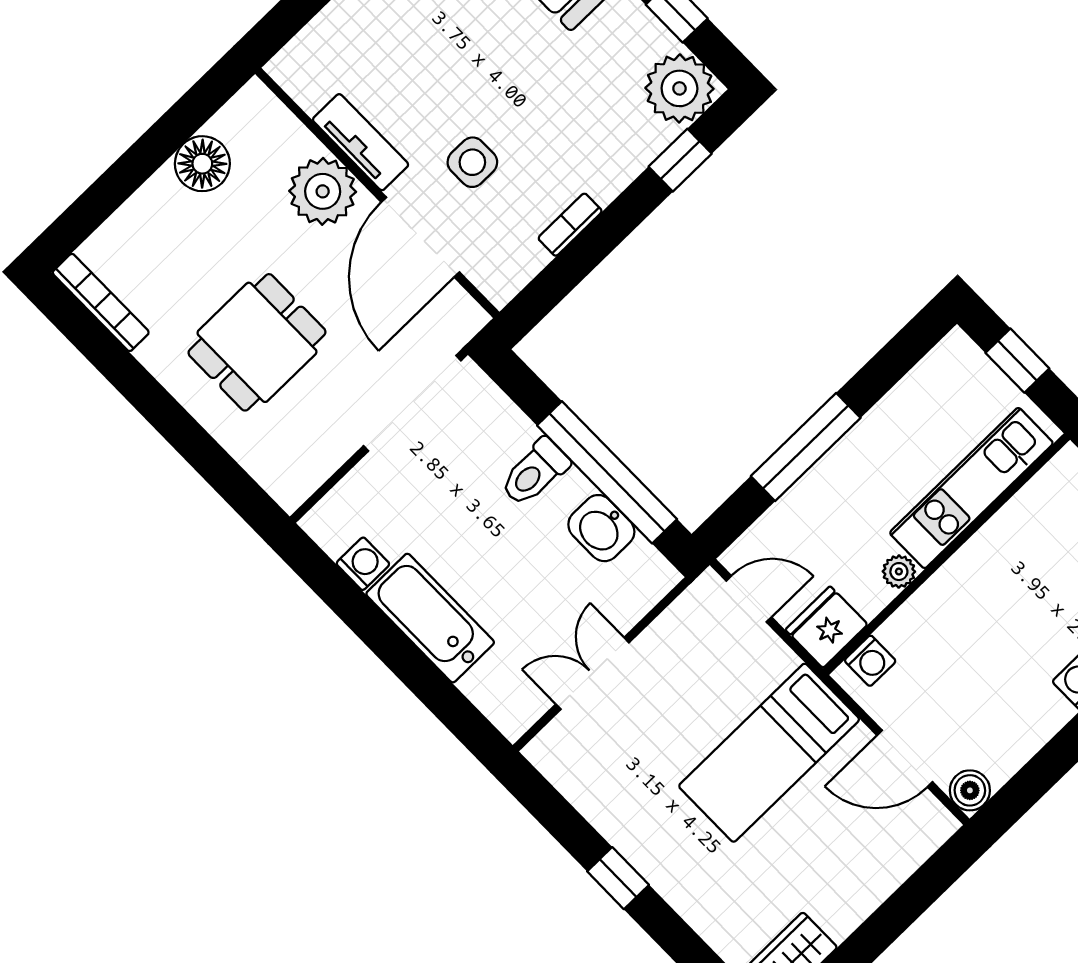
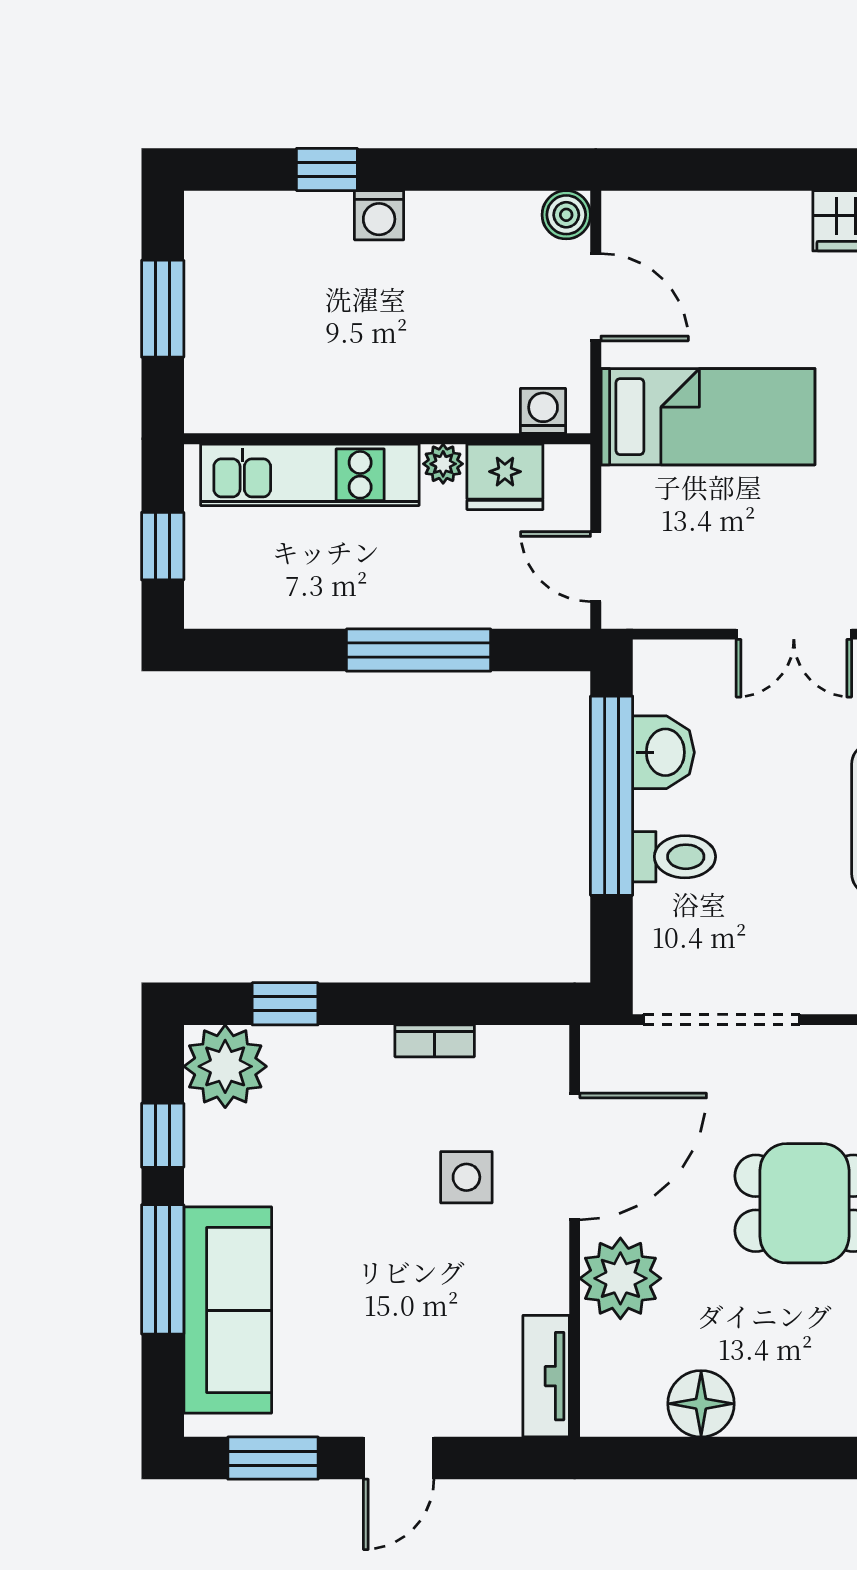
tv unit: (361, 142) -> (546, 1376), moved
fridge: (827, 627) -> (505, 477), moved

